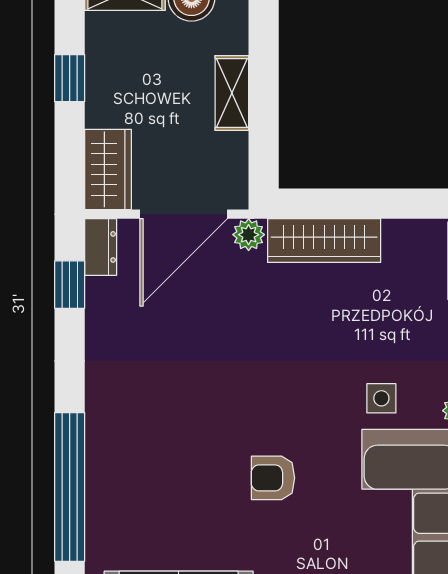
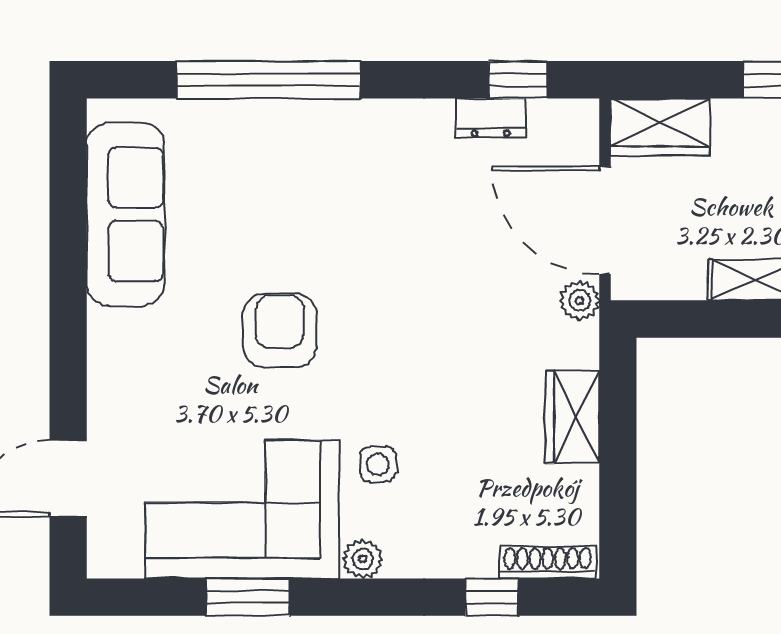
wardrobe: (324, 241) -> (572, 417), width x0.67
dresser: (101, 247) -> (491, 118), moved
armchair: (273, 478) -> (280, 331), width x1.38, depth x1.38

